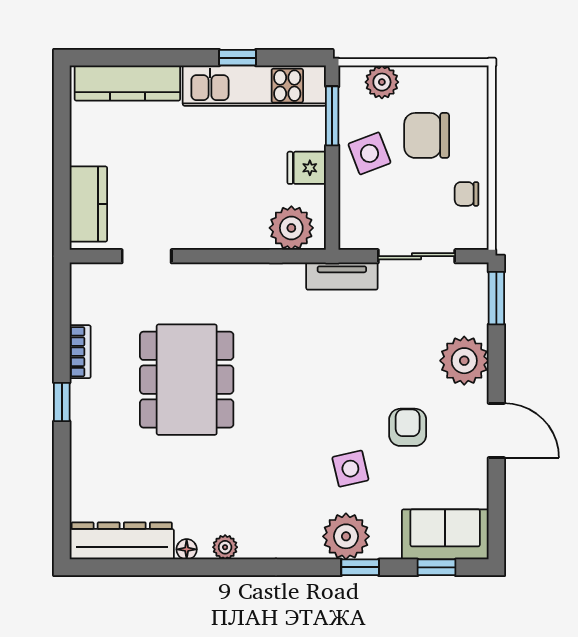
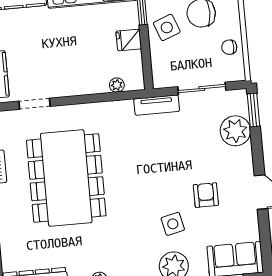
plant: (291, 228) -> (117, 85), width x0.53, depth x0.53
plant: (464, 361) -> (235, 131), moved
dining table: (187, 380) -> (66, 178), width x1.36, depth x1.24

